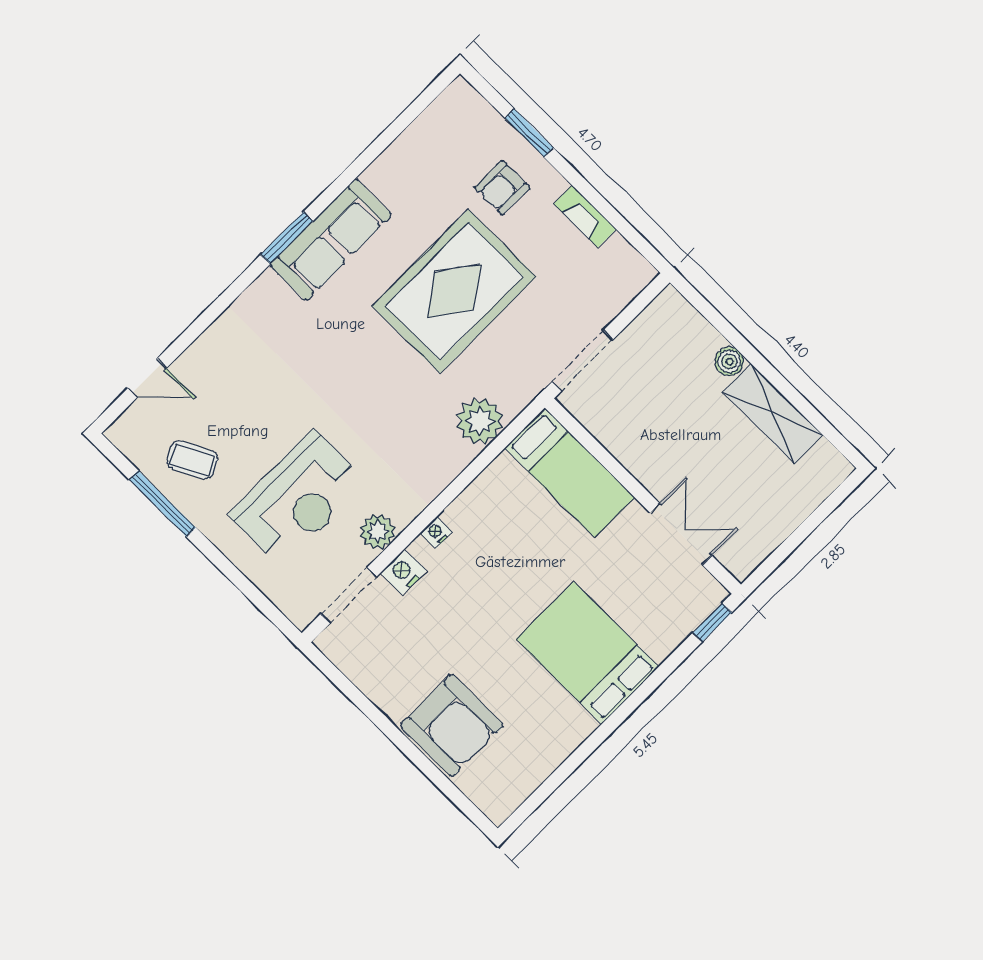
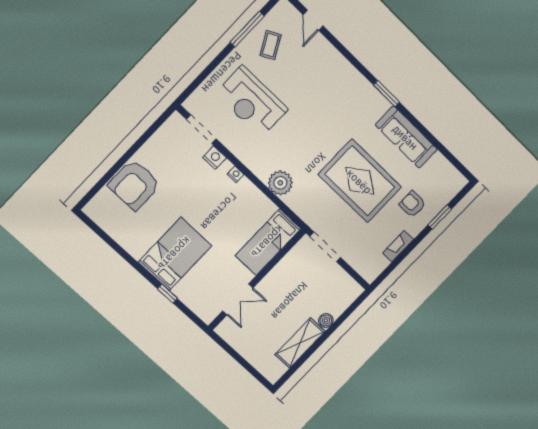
sofa: (331, 240) -> (406, 137), moved
plant: (480, 421) -> (280, 183), moved
plant: (378, 532) -> (235, 144), removed
window: (712, 623) -> (167, 294), moved

